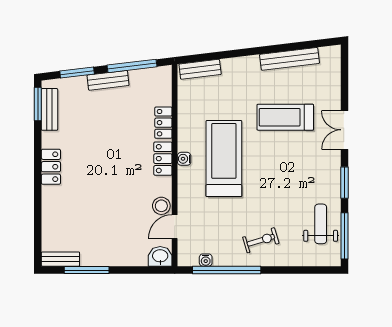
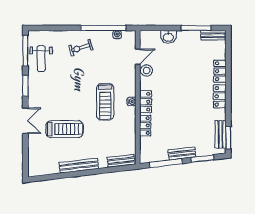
bench: (290, 59) -> (79, 166), moved
treadmill: (224, 159) -> (105, 102), width x0.73, depth x0.73
locker: (51, 205) -> (220, 71), added
washbasin: (160, 256) -> (168, 37), moved

